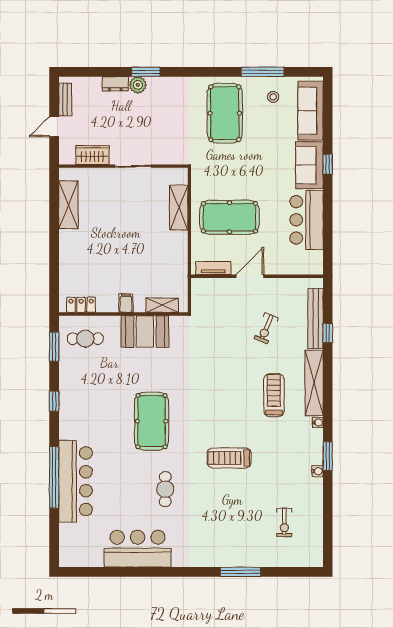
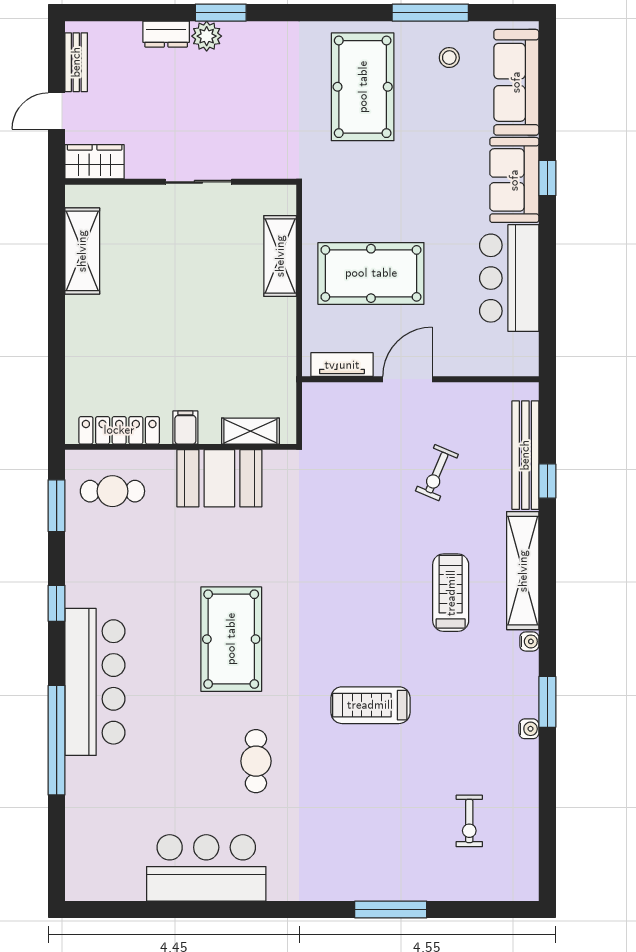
wardrobe: (92, 155) -> (95, 162), moved
locker: (81, 305) -> (119, 430), width x1.53
bar counter: (76, 481) -> (95, 682), moved

